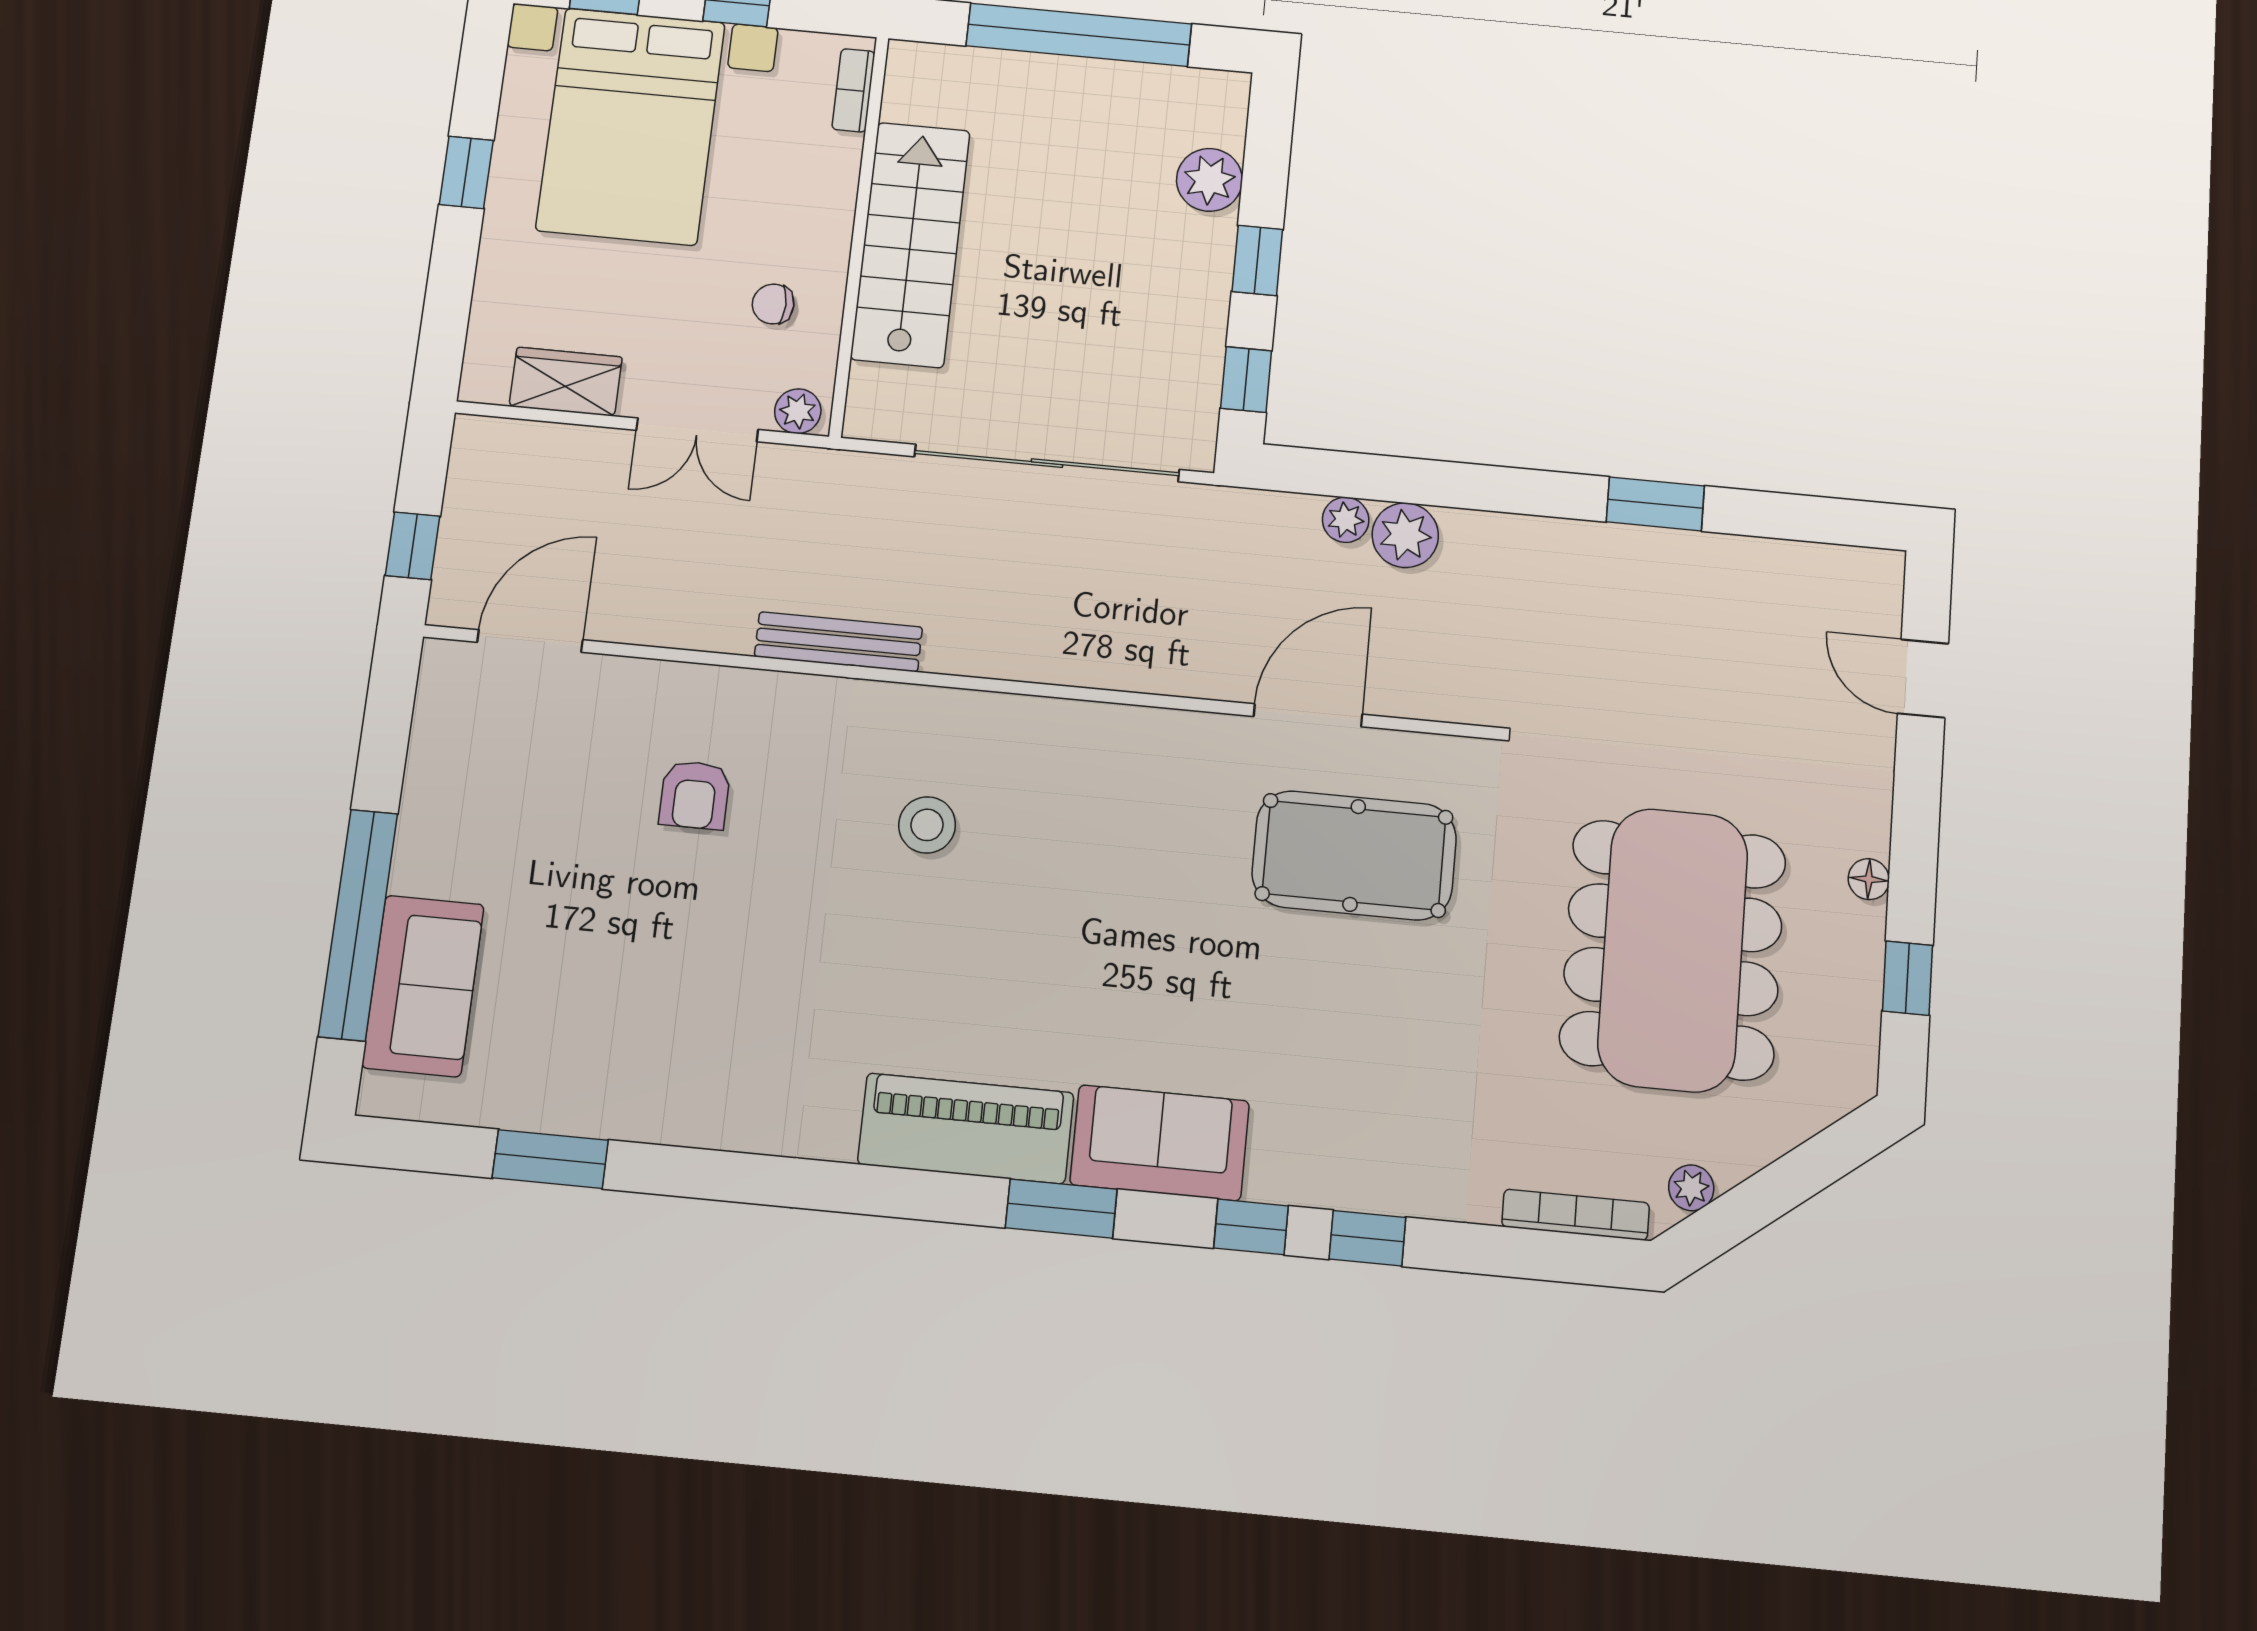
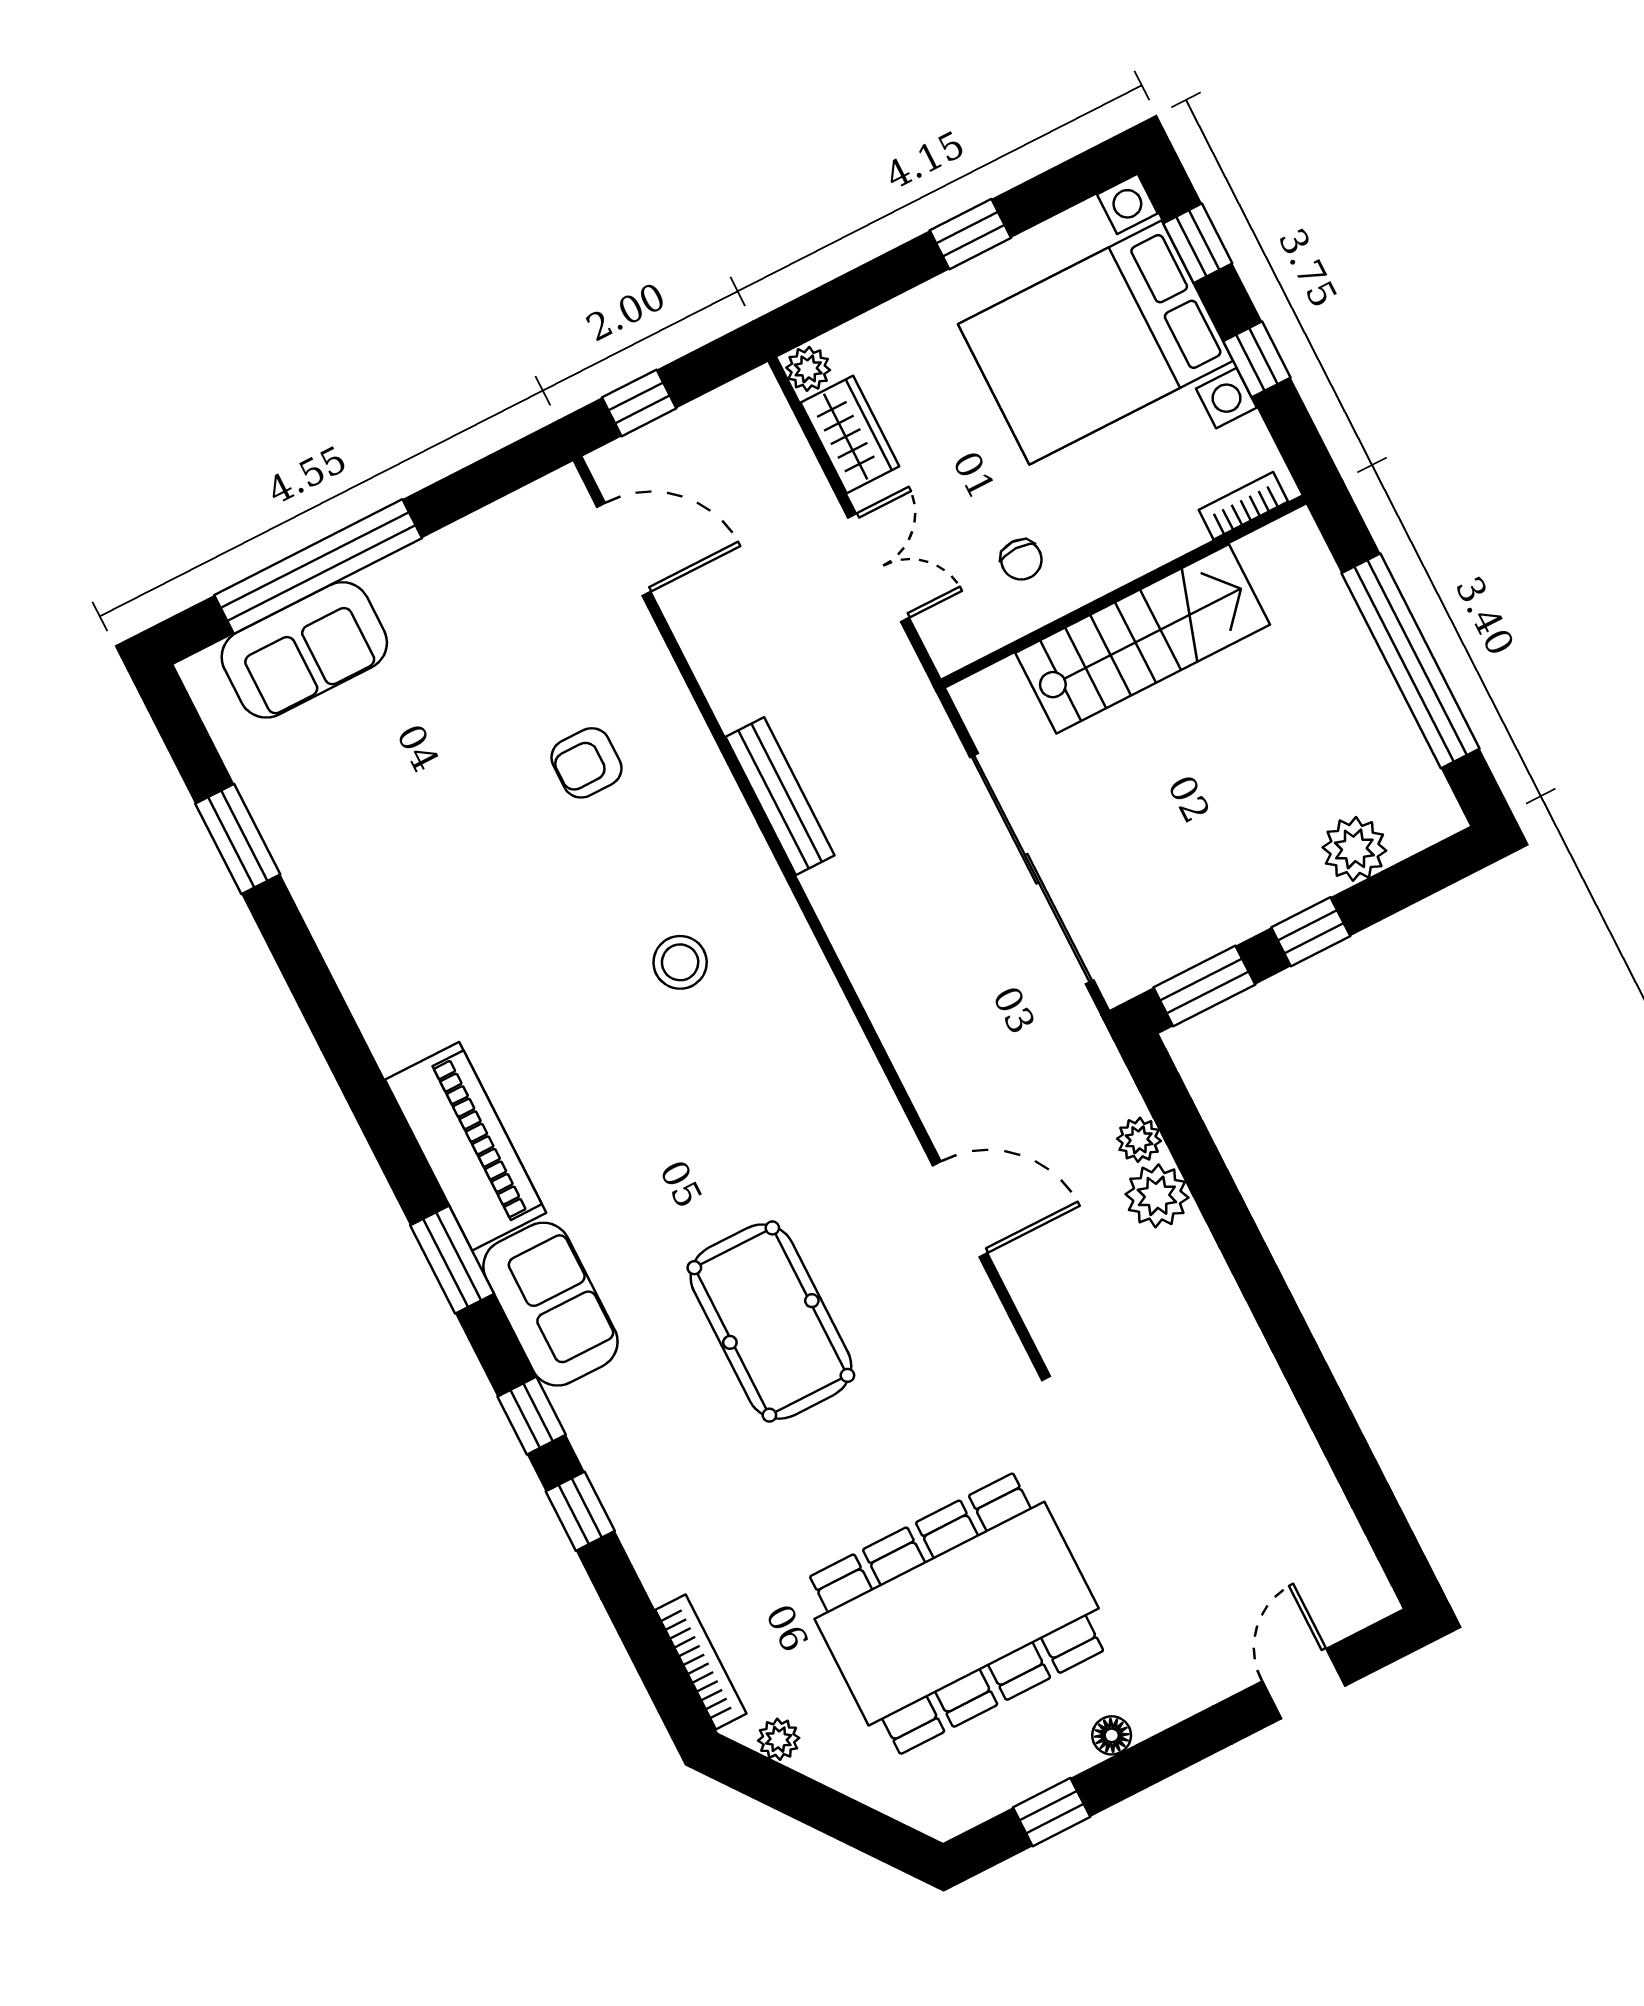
chair: (773, 304) -> (1021, 560), turned 180
window: (1246, 379) -> (1204, 986), width x1.50
plant: (798, 411) -> (808, 369), moved
double door: (697, 430) -> (879, 568), swing flipped
window: (1655, 504) -> (1312, 1382), removed
pool table: (1354, 855) -> (771, 1322), moved

